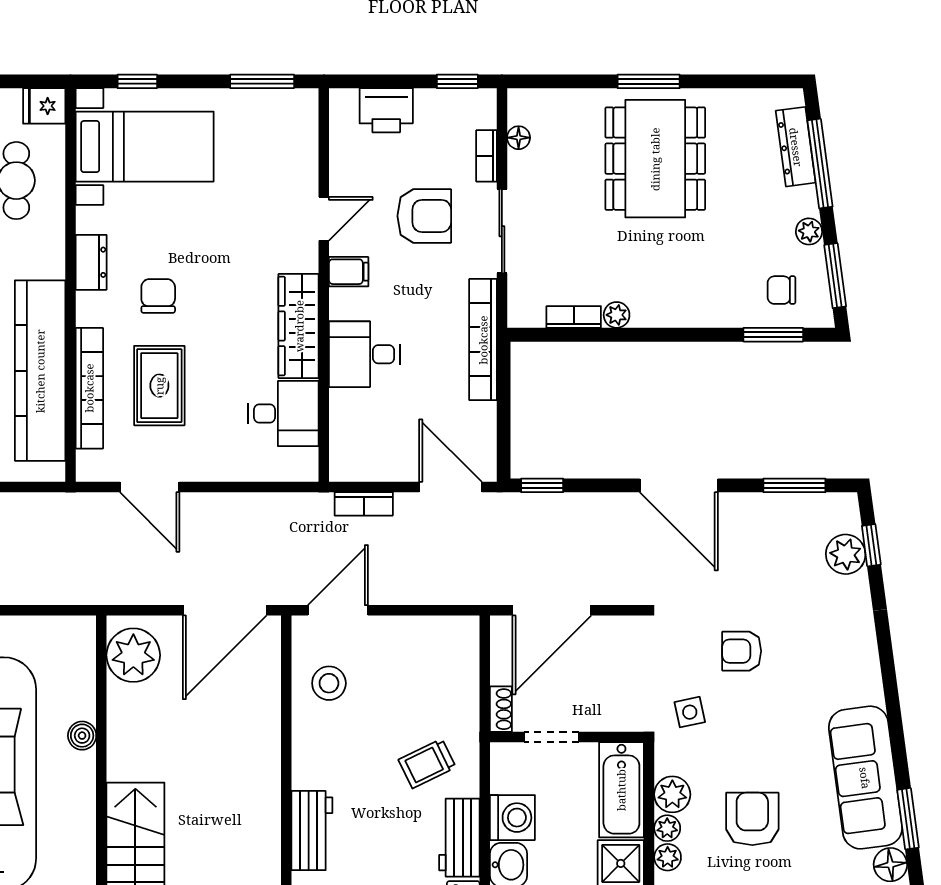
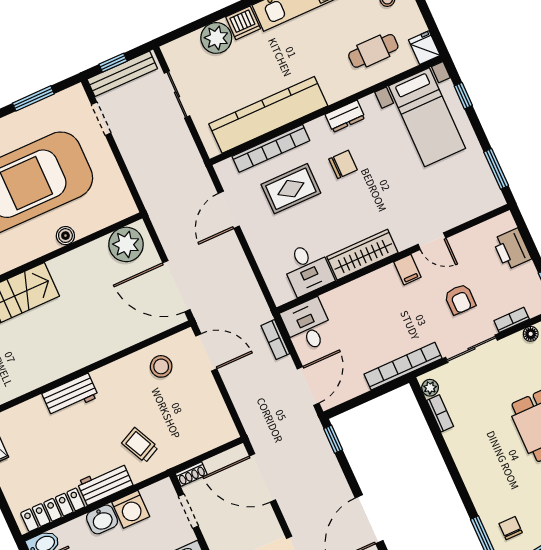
armchair: (424, 216) -> (460, 299), width x0.72, depth x0.72
plant: (617, 315) -> (430, 388), moved
desk: (364, 354) -> (308, 326), moved

